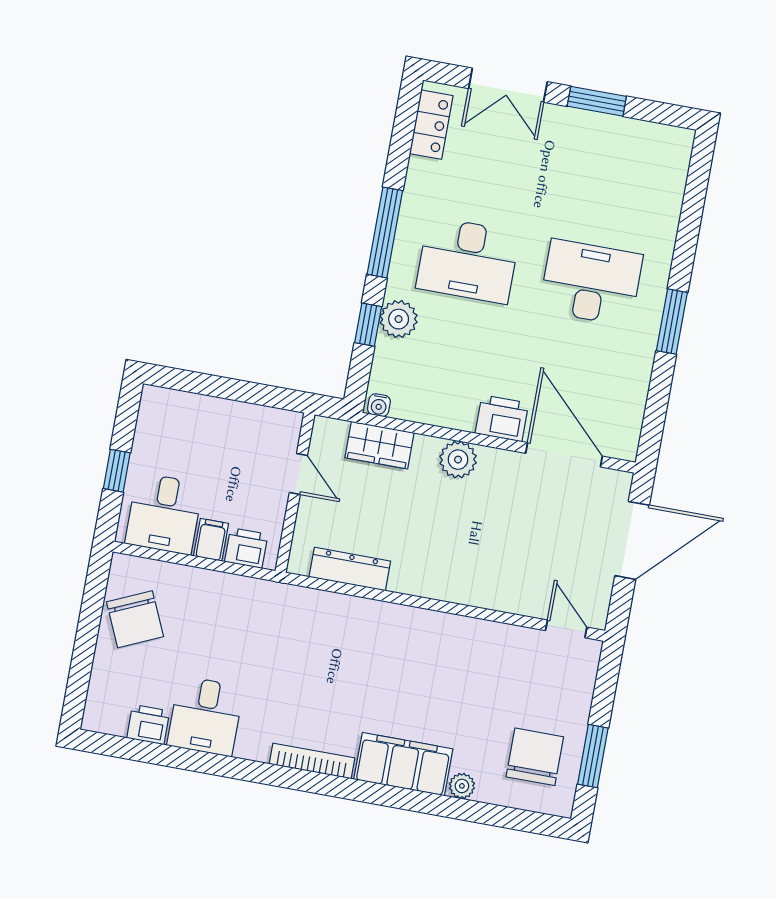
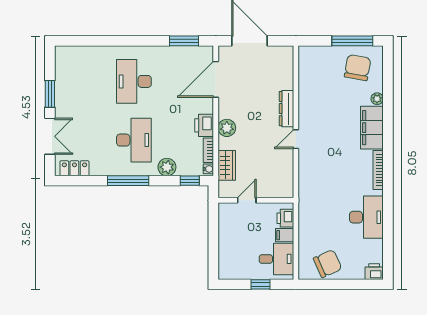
window: (672, 322) -> (184, 41), moved
window: (368, 325) -> (190, 181), moved
bookcase: (418, 412) -> (208, 150), added
printer: (502, 418) -> (204, 125), moved
dresser: (350, 569) -> (286, 109), moved
door: (566, 629) -> (296, 139), moved
desk: (205, 716) -> (366, 217), width x1.37
printer: (148, 725) -> (374, 272), moved, turned 90
window: (593, 756) -> (352, 41), width x1.44
chair: (535, 757) -> (358, 68), turned 100

